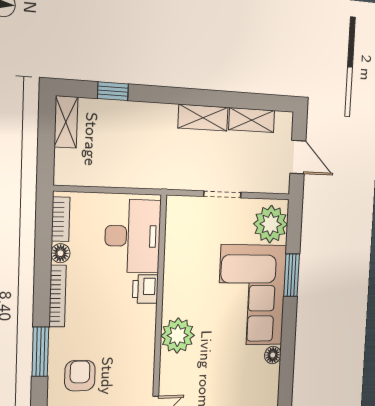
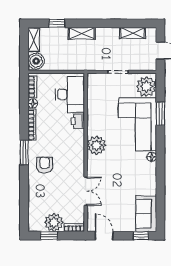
shelving: (203, 118) -> (82, 33), moved
boiler: (70, 167) -> (36, 61), added

